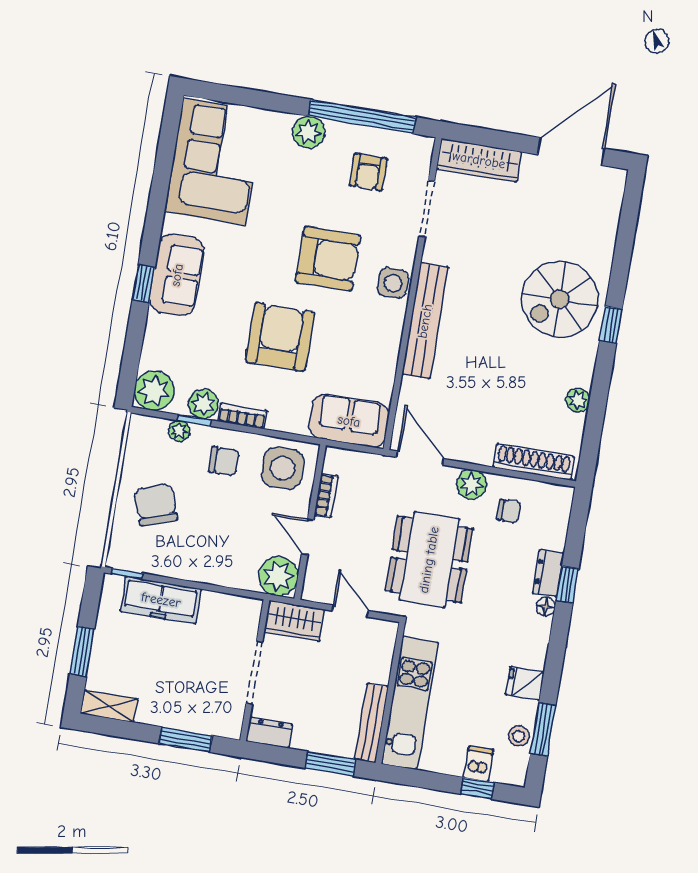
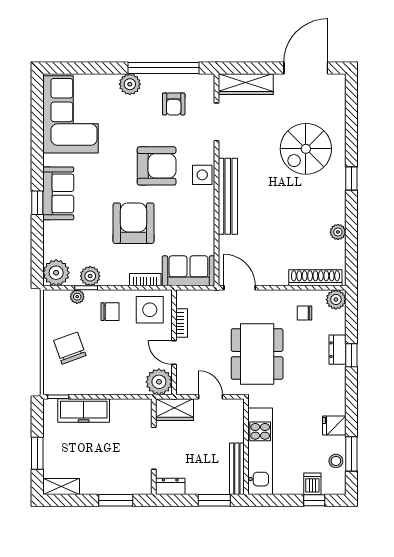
spiral stairs: (560, 299) -> (306, 149), moved
bookcase: (242, 416) -> (145, 280), moved
plant: (471, 484) -> (336, 300), moved
chair: (509, 511) -> (304, 313), turned 180
floor lamp: (546, 607) -> (340, 372), removed

